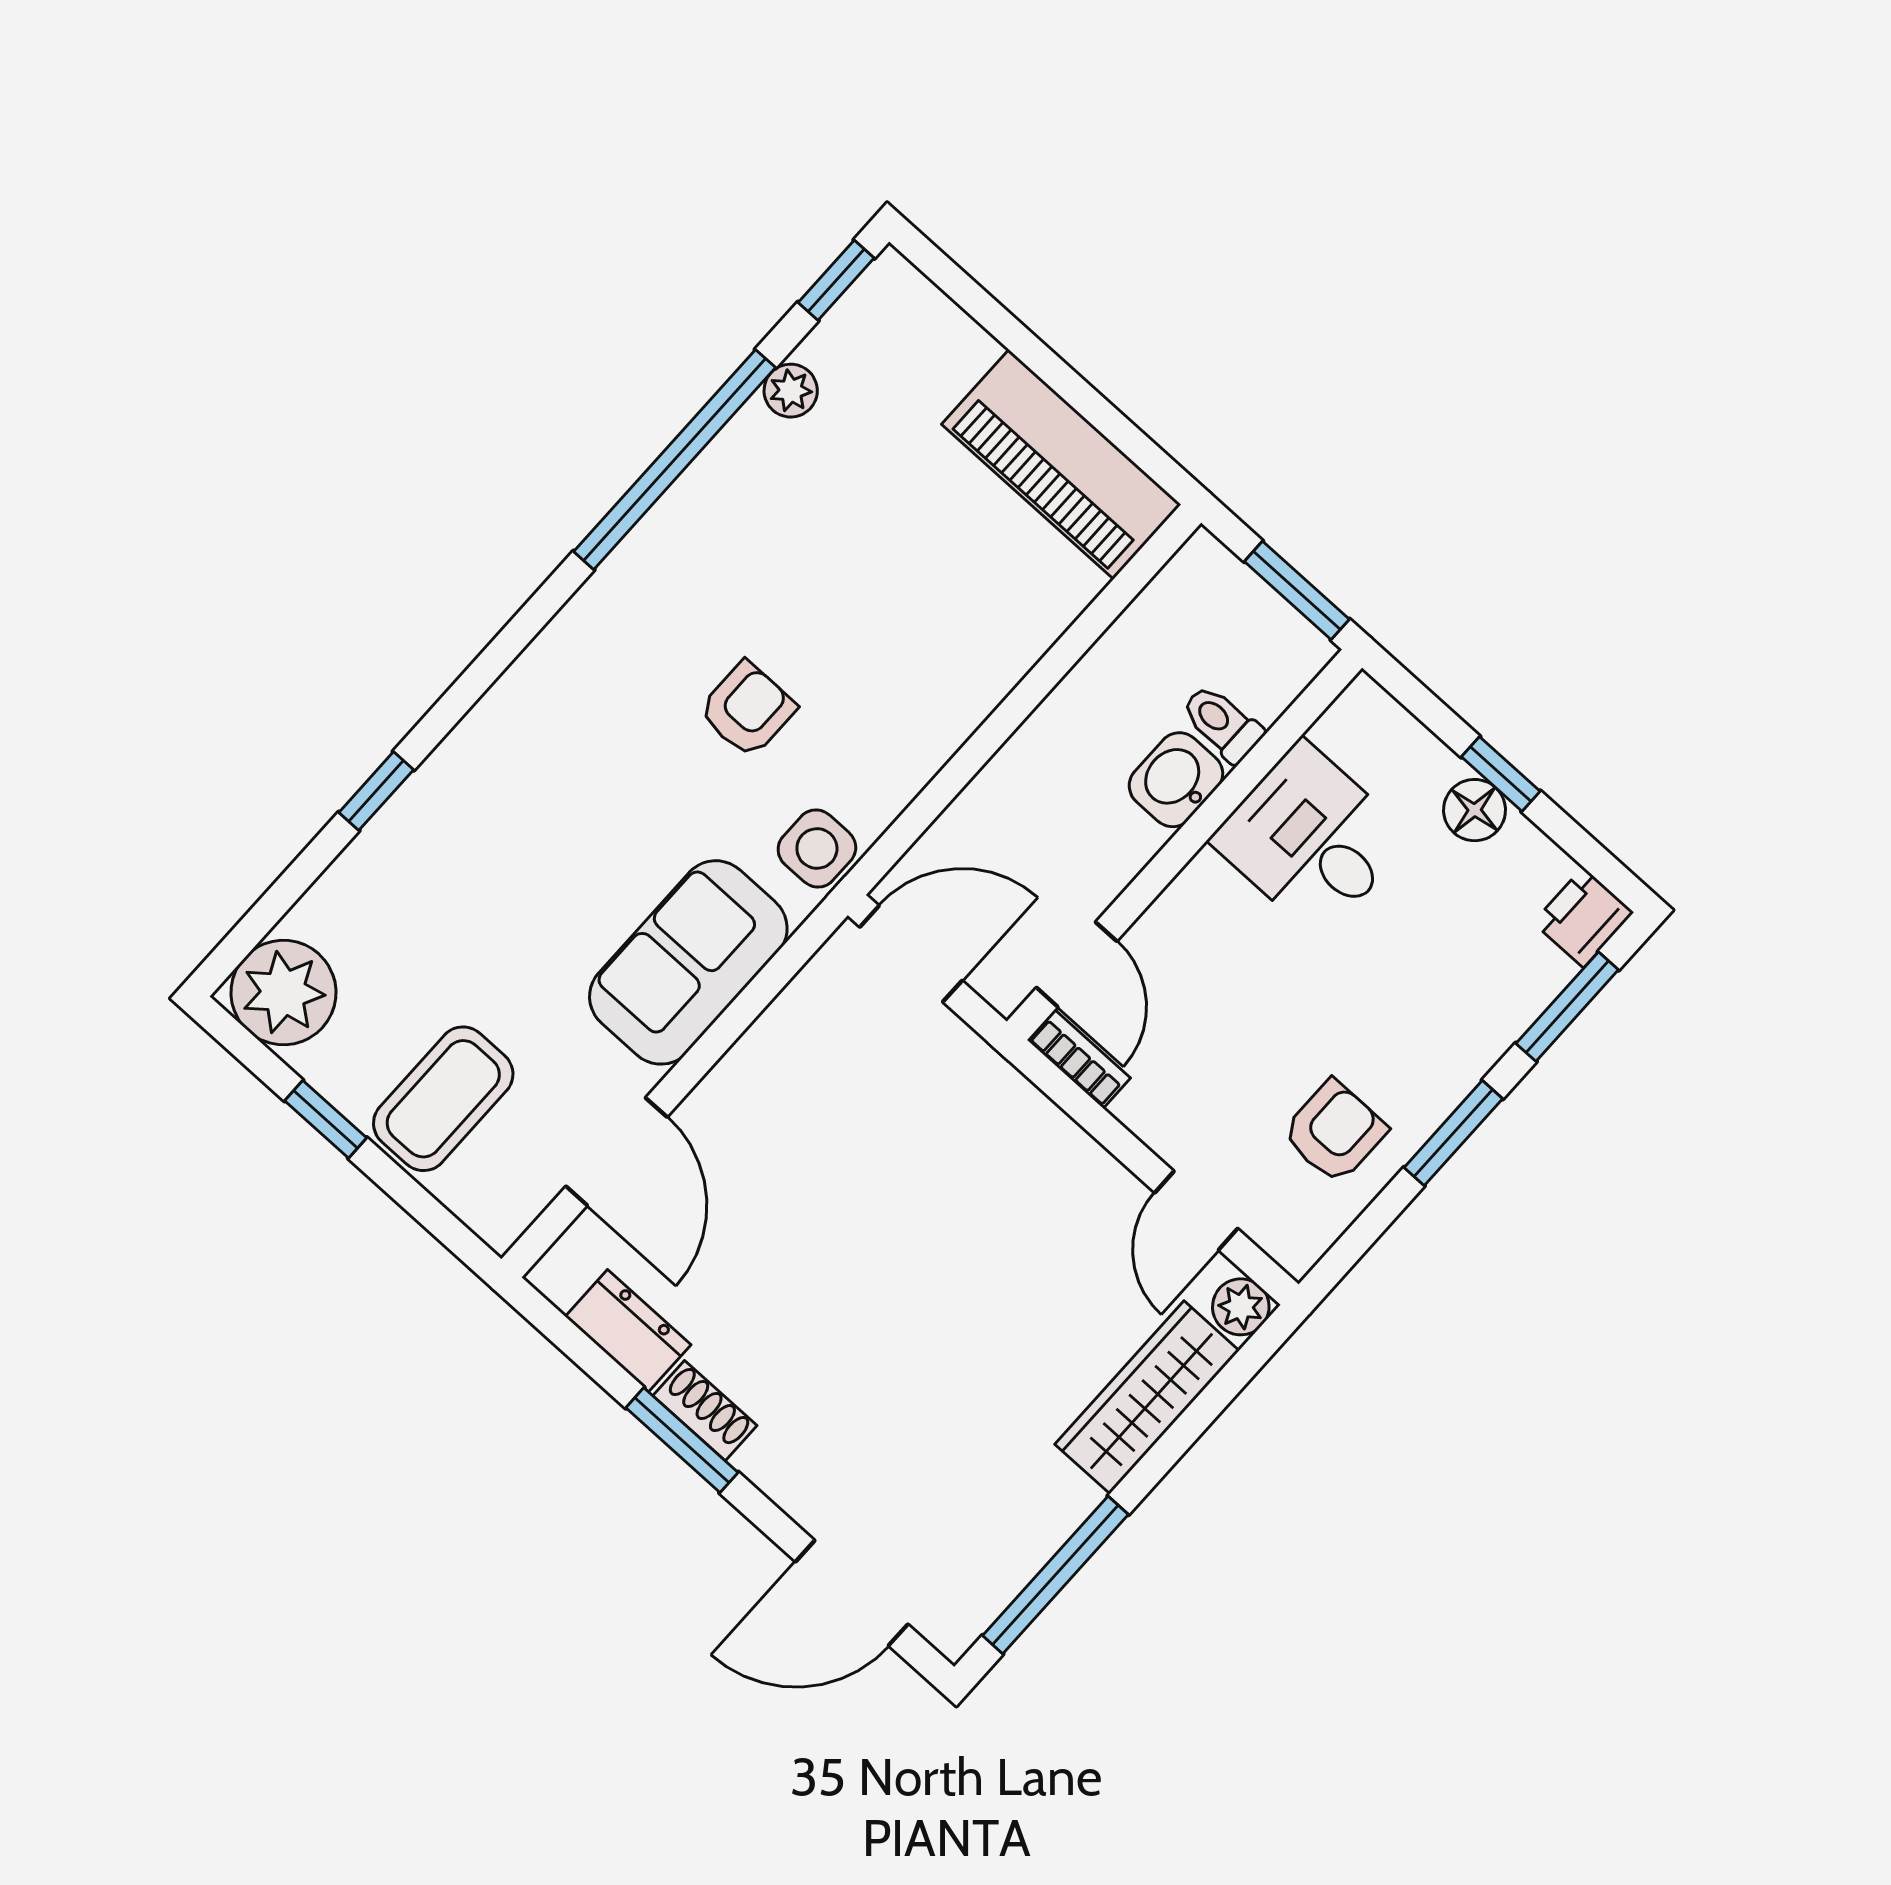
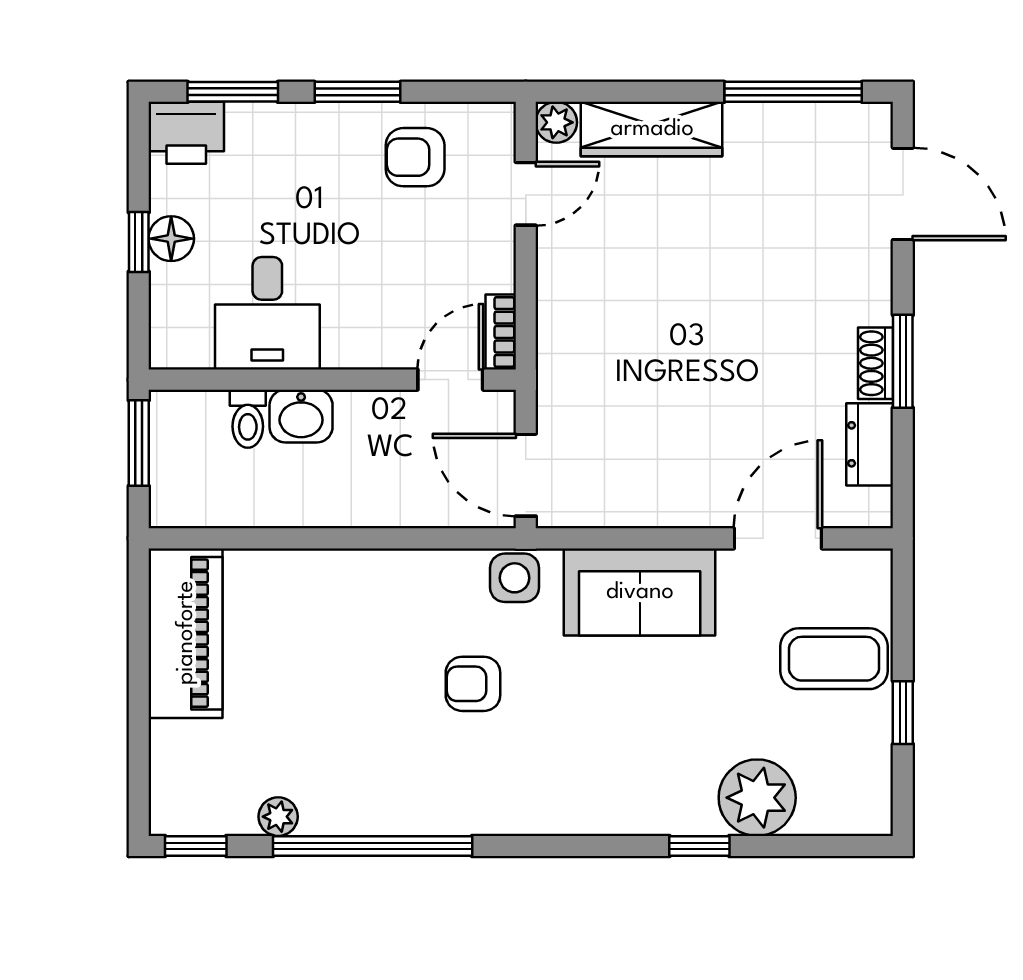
printer: (1583, 917) -> (186, 133), width x1.36, depth x1.24
plant: (283, 993) -> (757, 798), moved

